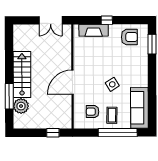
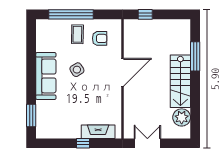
armchair: (129, 37) -> (57, 124), removed
plant: (21, 106) -> (182, 117), moved
sofa: (139, 108) -> (46, 76), moved

